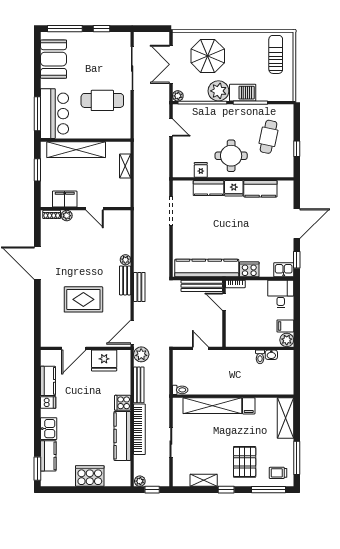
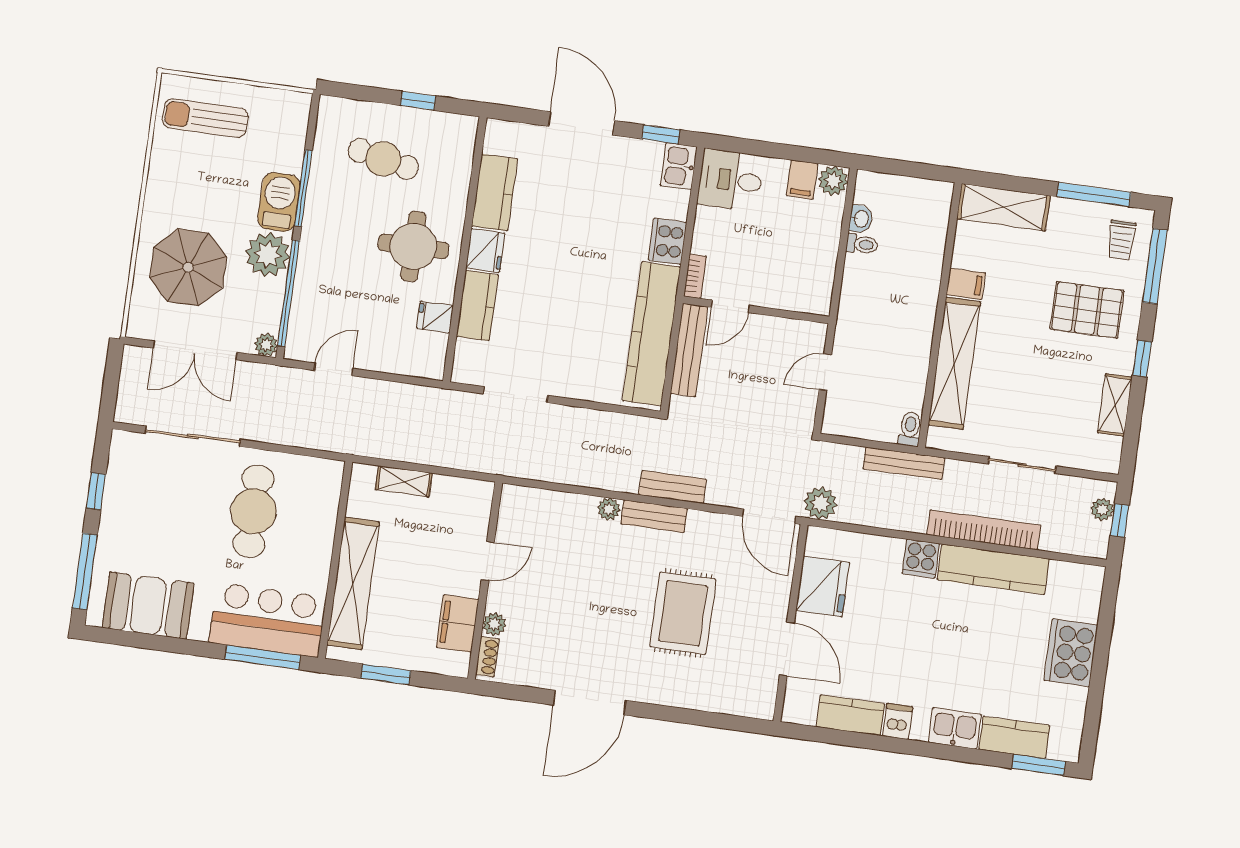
bench: (139, 385) -> (904, 463), moved
plant: (140, 481) -> (1102, 509), moved

